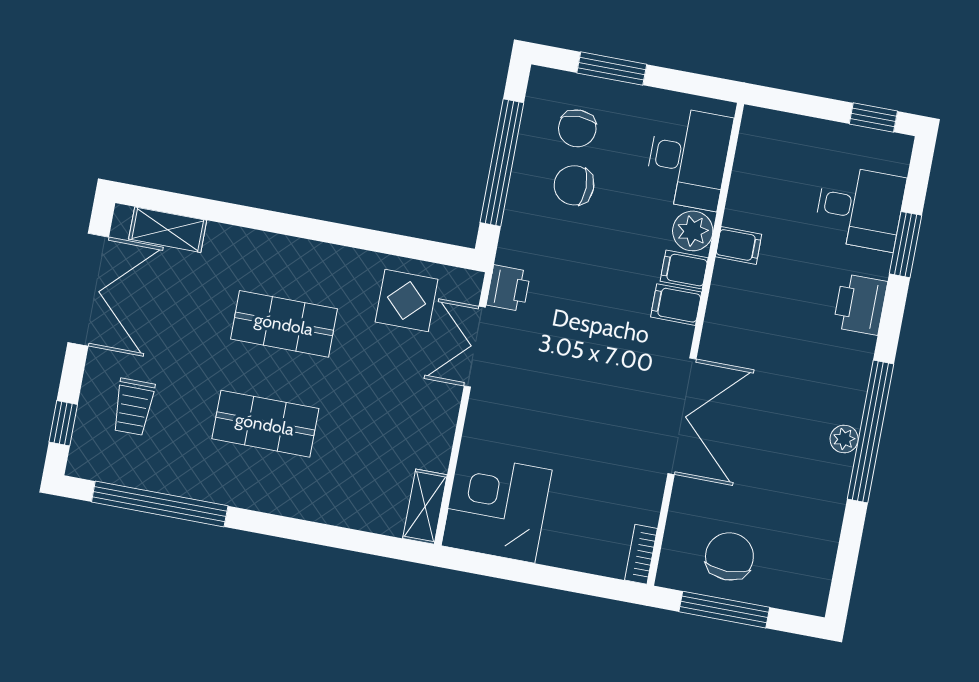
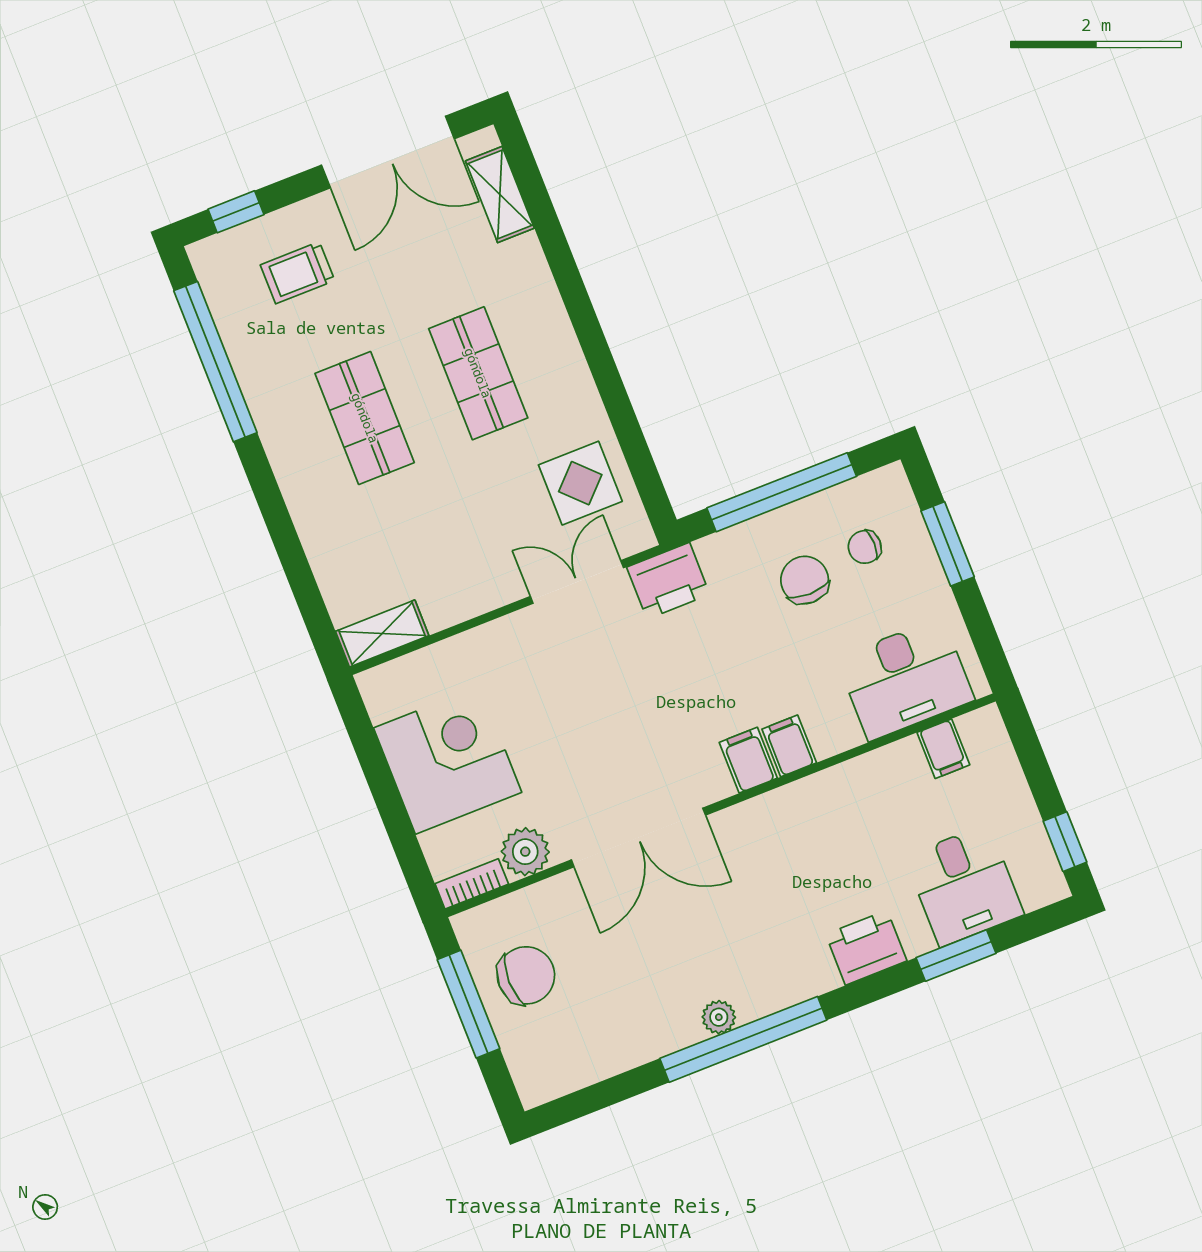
chair: (577, 128) -> (865, 547), width x0.73, depth x0.73
plant: (693, 231) -> (525, 852), moved
filing cabinet: (739, 245) -> (943, 749), moved
printer: (508, 288) -> (668, 581), width x1.36, depth x1.24
corner desk: (497, 508) -> (448, 760), moved

